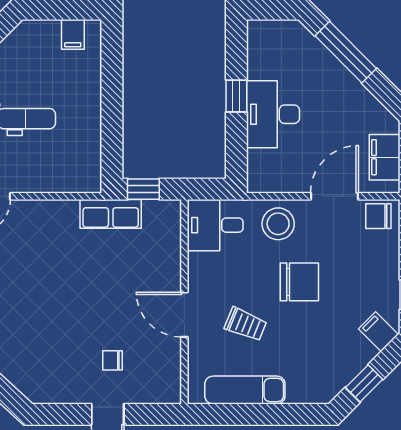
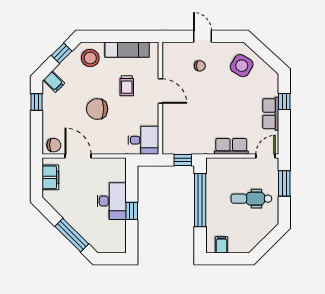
window: (112, 116) -> (200, 200), added
door: (334, 196) -> (78, 156), swing flipped
row of seats: (111, 214) -> (231, 146), moved
stool: (278, 224) -> (90, 58), moved
trolley: (246, 324) -> (127, 86), turned -112
side table: (36, 361) -> (242, 66), added

